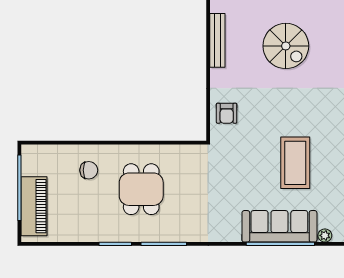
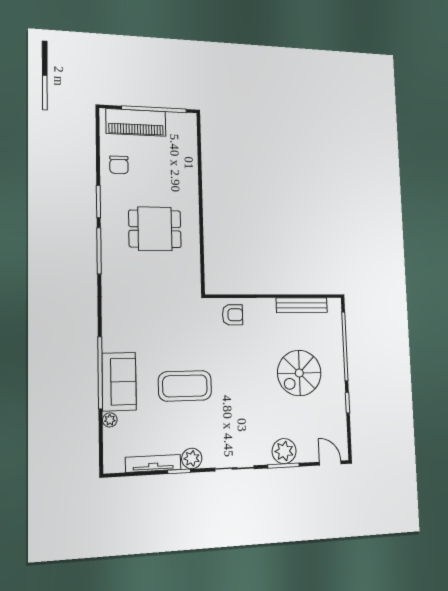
armchair: (227, 113) -> (232, 315), turned 180
chair: (89, 170) -> (119, 165), moved
sofa: (279, 226) -> (119, 382), width x0.73

